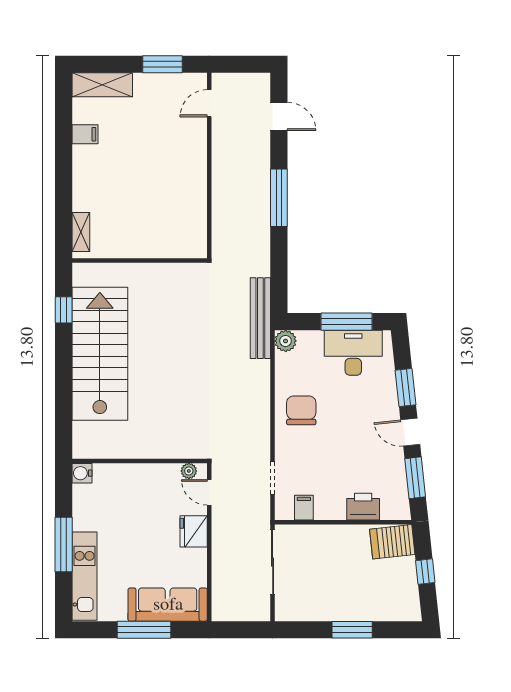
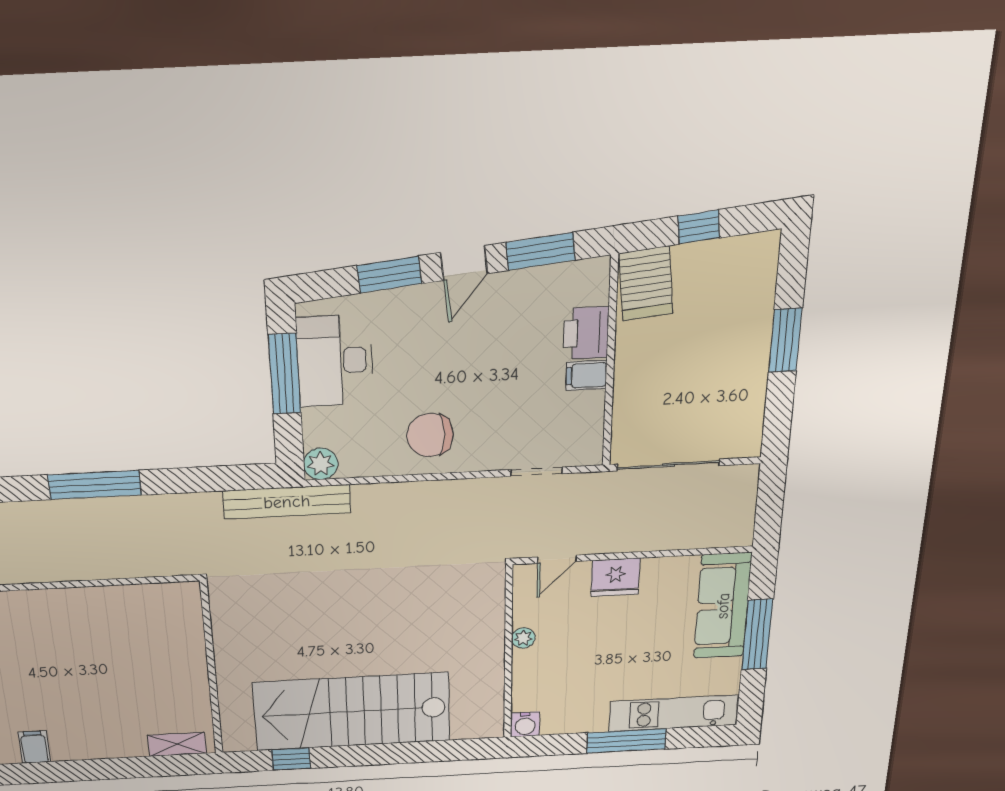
plant: (189, 471) -> (523, 638), moved
filing cabinet: (304, 508) -> (586, 375), moved

